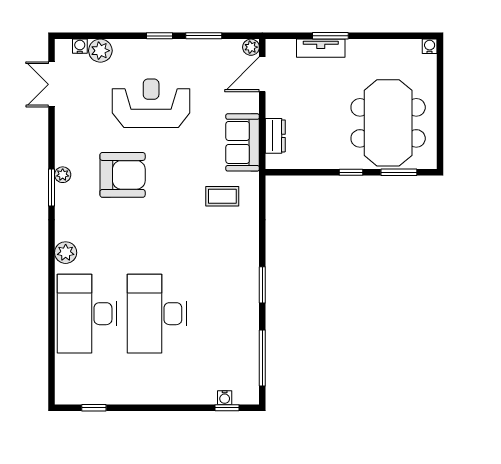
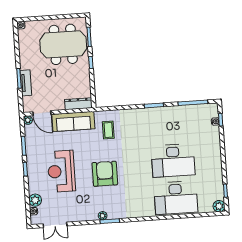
dresser: (275, 136) -> (78, 104), width x1.44
sofa: (243, 142) -> (73, 122), width x1.36
armchair: (123, 175) -> (105, 174), moved
plant: (66, 253) -> (219, 206), moved

